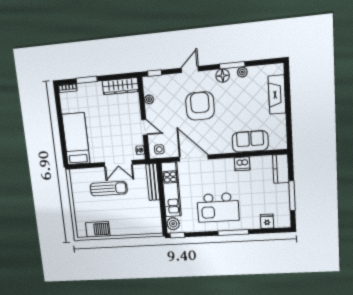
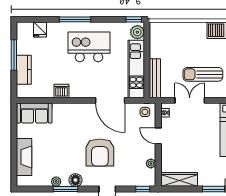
sofa: (250, 141) -> (34, 113), moved
kitchen counter: (281, 169) -> (24, 70), moved

